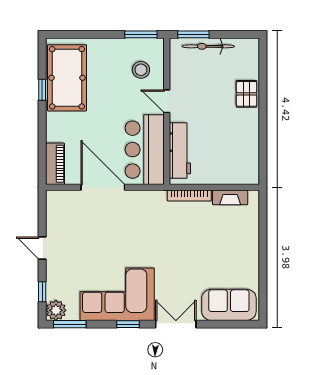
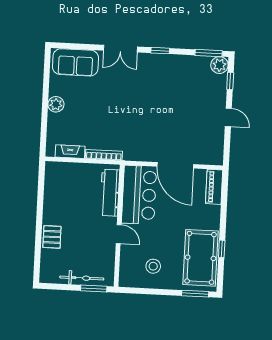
window: (141, 34) -> (195, 294), moved
stool: (141, 70) -> (153, 266), moved
plant: (250, 253) -> (56, 104), added
corner sofa: (117, 294) -> (168, 76), removed

